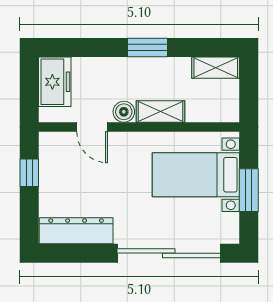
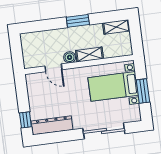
freezer: (55, 82) -> (30, 46), removed
window: (29, 173) -> (25, 120), moved
sliding door: (169, 253) -> (104, 131), width x0.73

